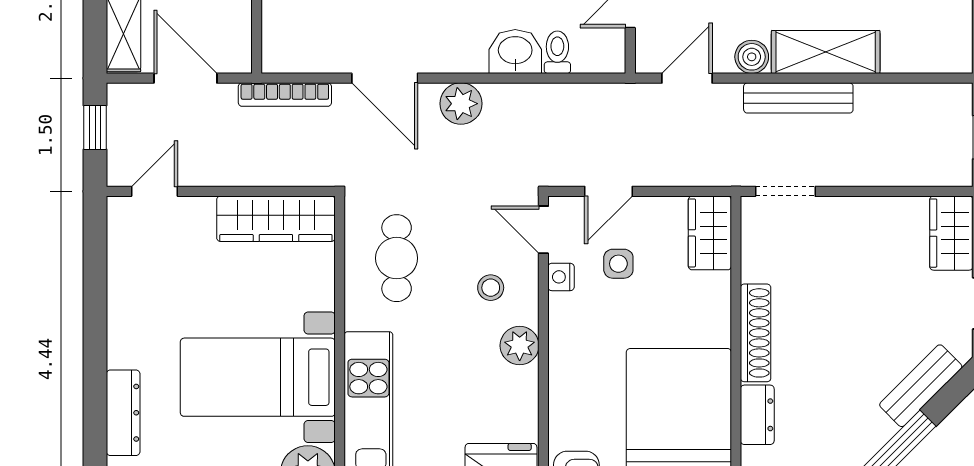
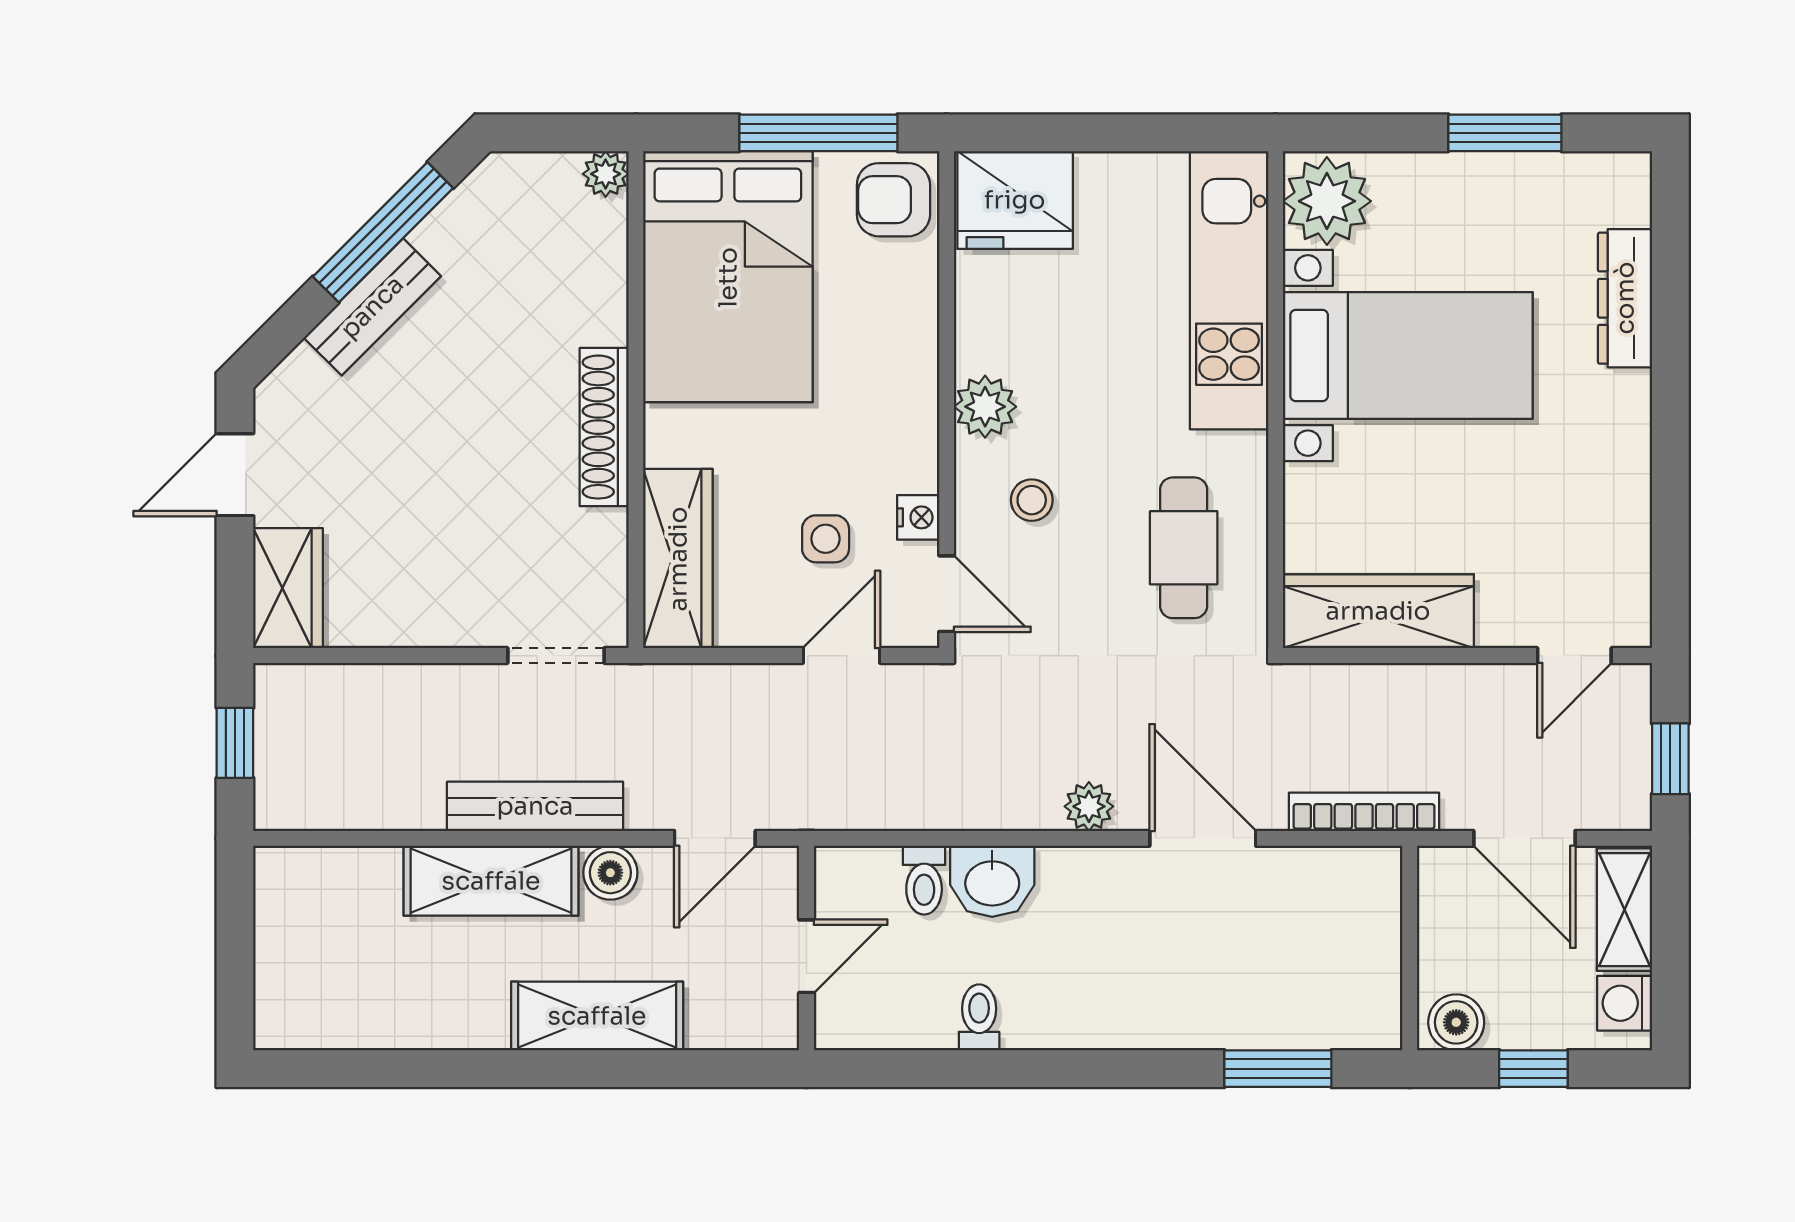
plant: (461, 104) -> (1089, 806), width x0.73, depth x0.73
wardrobe: (710, 233) -> (678, 559), width x1.50
bench: (921, 386) -> (372, 307), moved
dresser: (757, 415) -> (601, 295), removed

